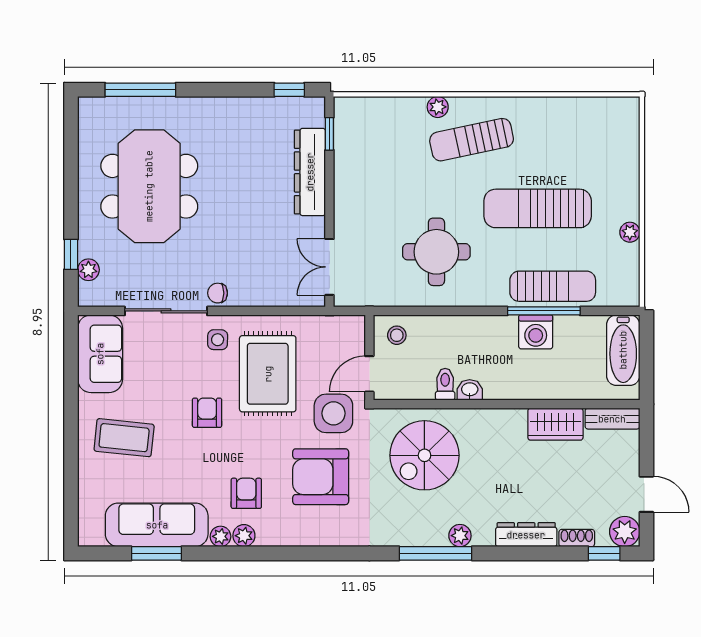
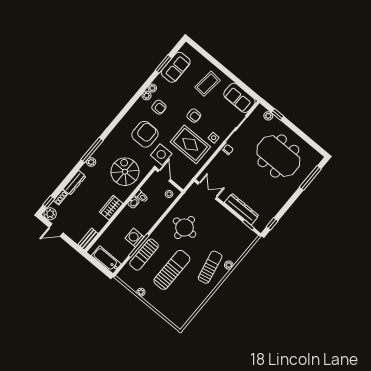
wardrobe: (555, 424) -> (111, 208), moved
sofa: (157, 525) -> (176, 67), width x0.73

